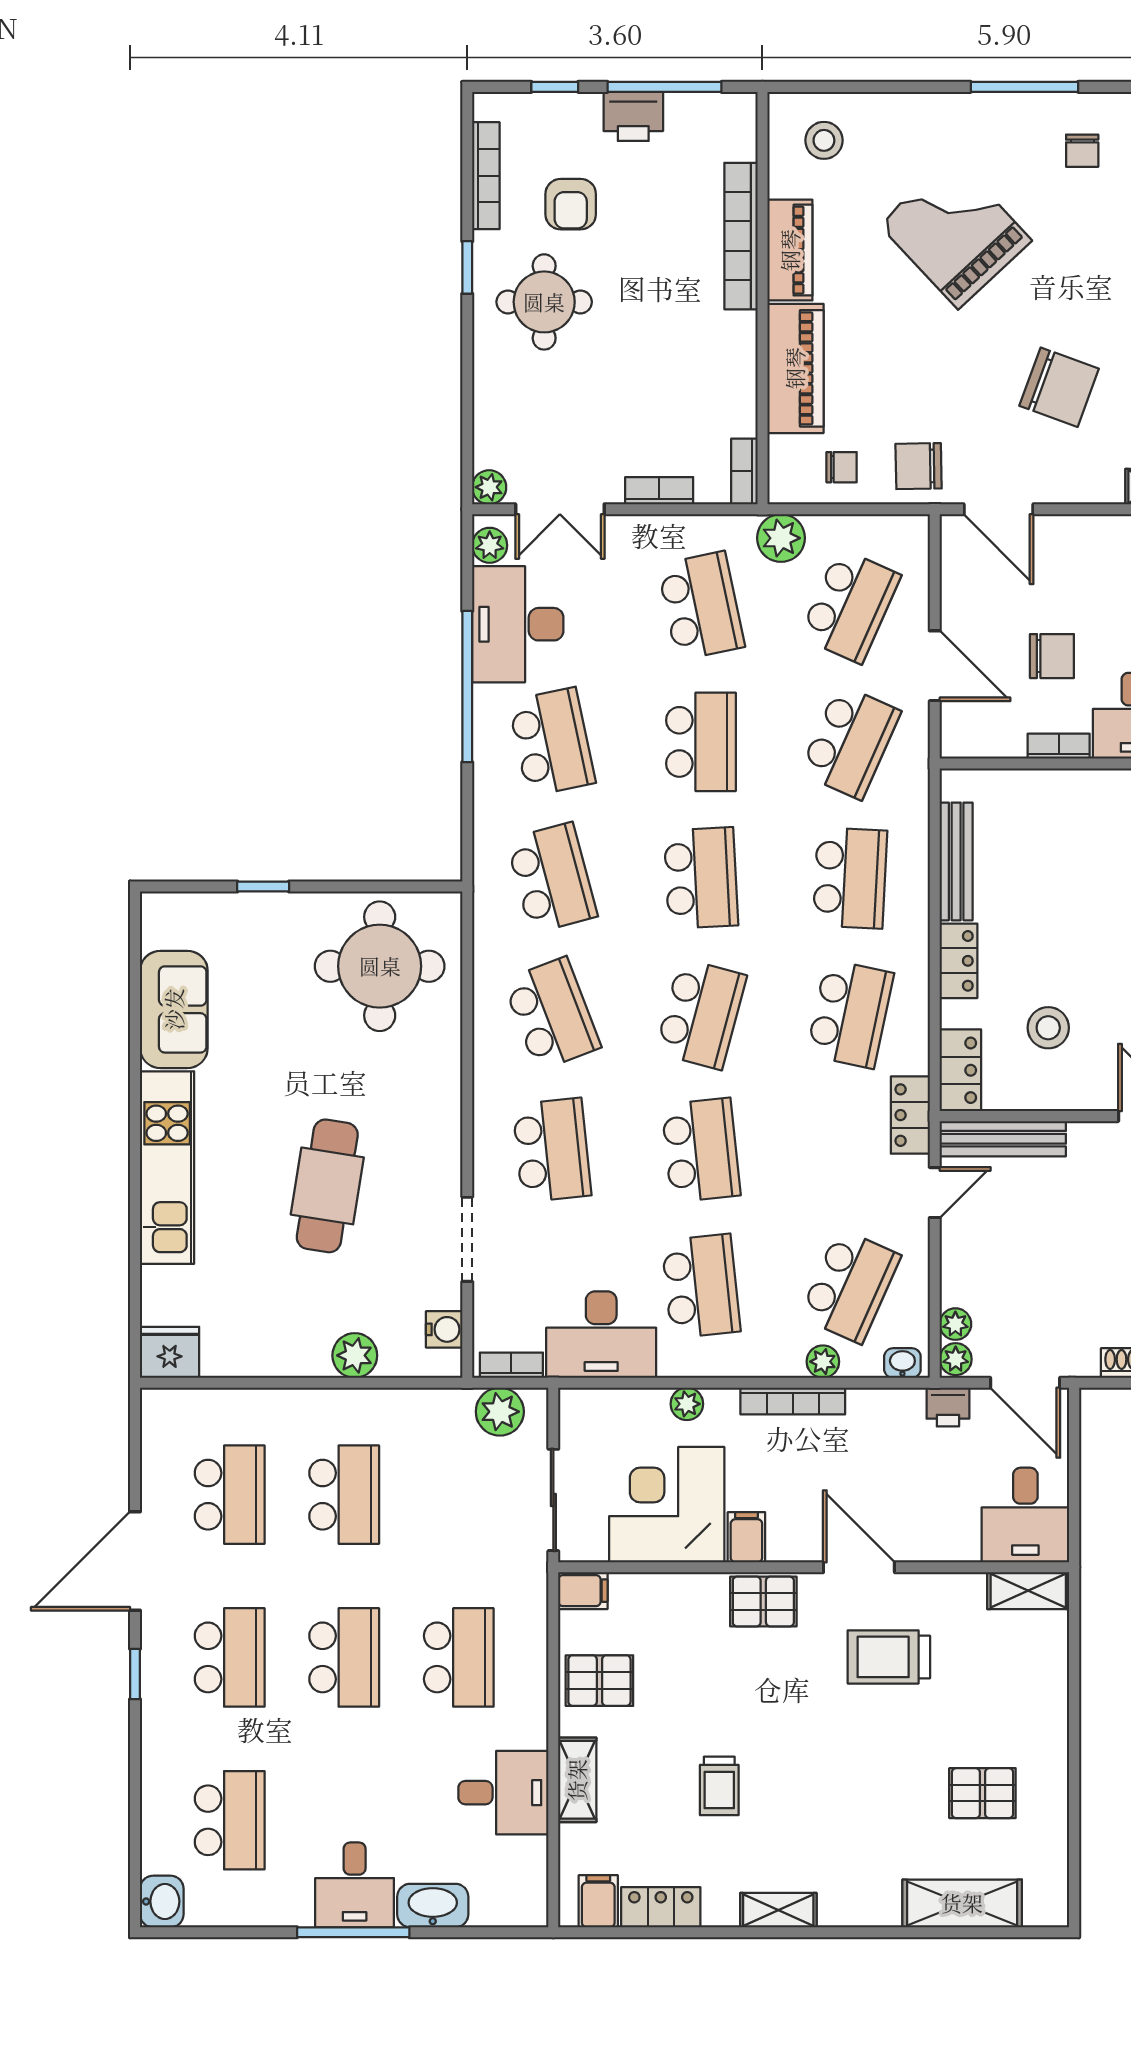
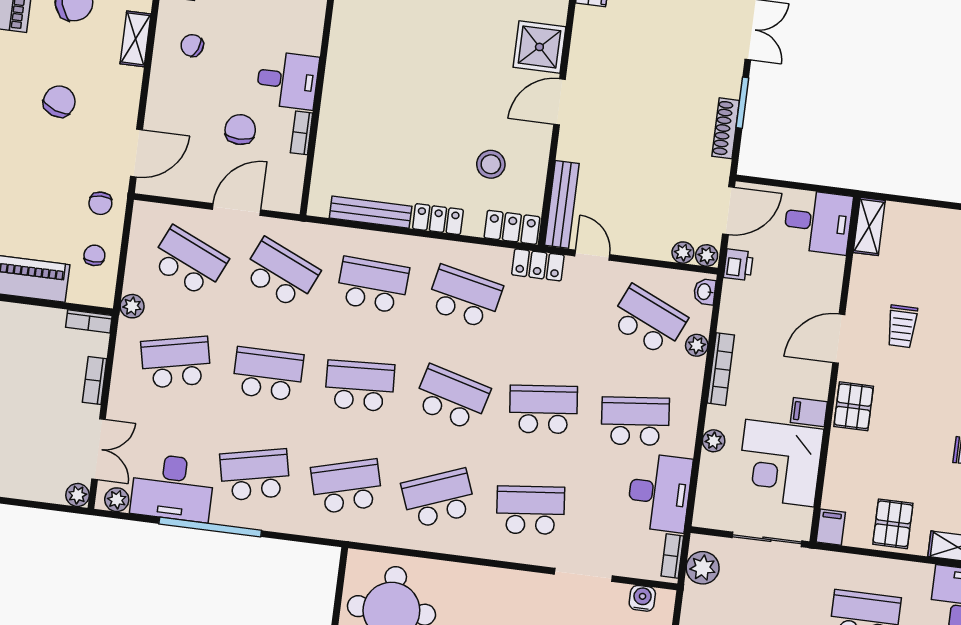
chair: (1059, 387) -> (59, 101), width x0.73, depth x0.73
chair: (919, 466) -> (100, 203), width x0.73, depth x0.73
plant: (781, 538) -> (132, 306), width x0.73, depth x0.73
trolley: (889, 1657) -> (902, 326), width x0.73, depth x0.72

